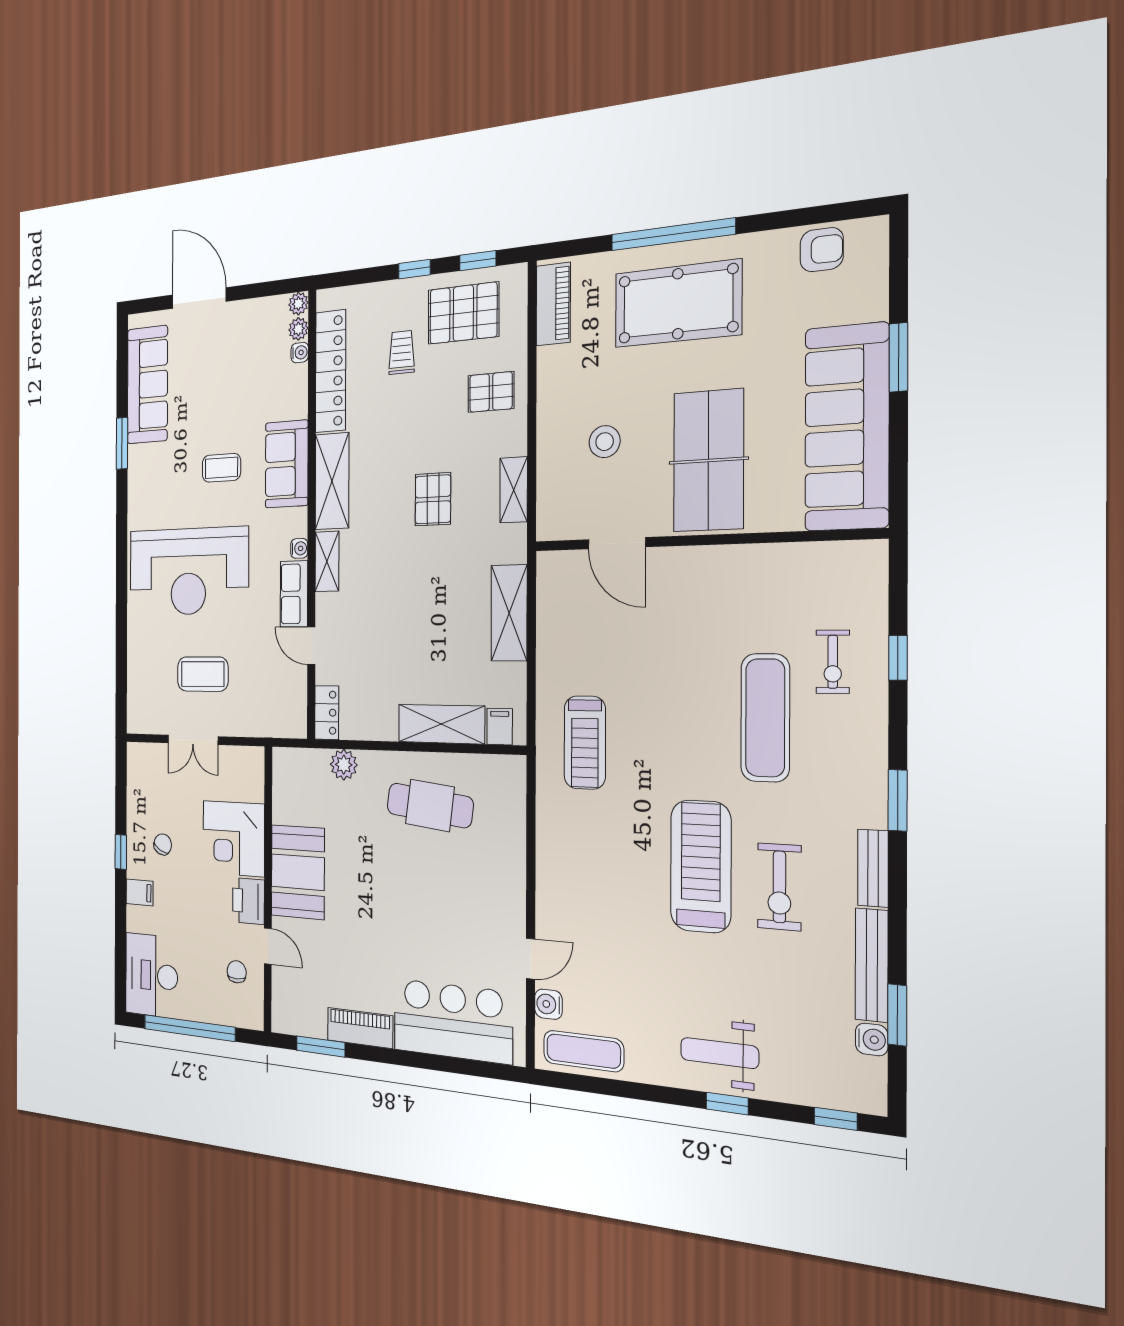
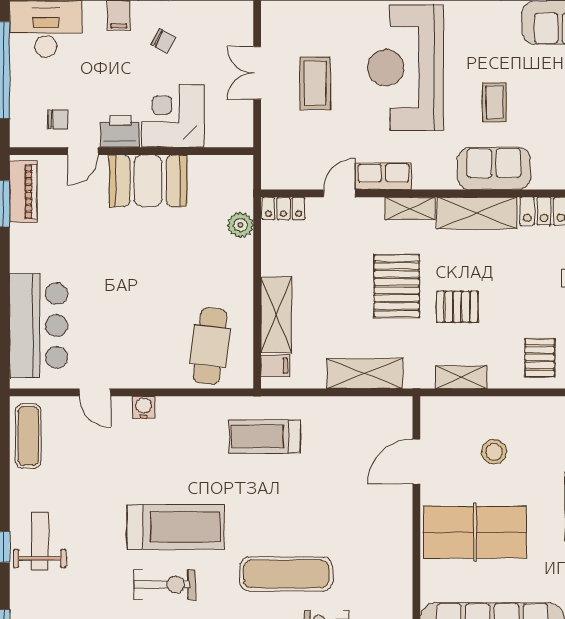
water cooler: (299, 548) -> (422, 181), removed
pallet: (410, 575) -> (397, 286), added
cafe table: (430, 805) -> (210, 346), moved
exercise bike: (779, 887) -> (165, 585), turned 180
water cooler: (548, 1004) -> (144, 407), moved
piano: (360, 1028) -> (23, 192), moved

